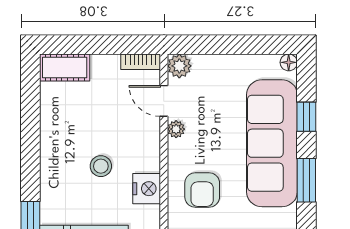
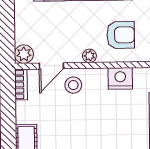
plant: (176, 129) -> (89, 56), moved
stool: (101, 166) -> (73, 85), moved

